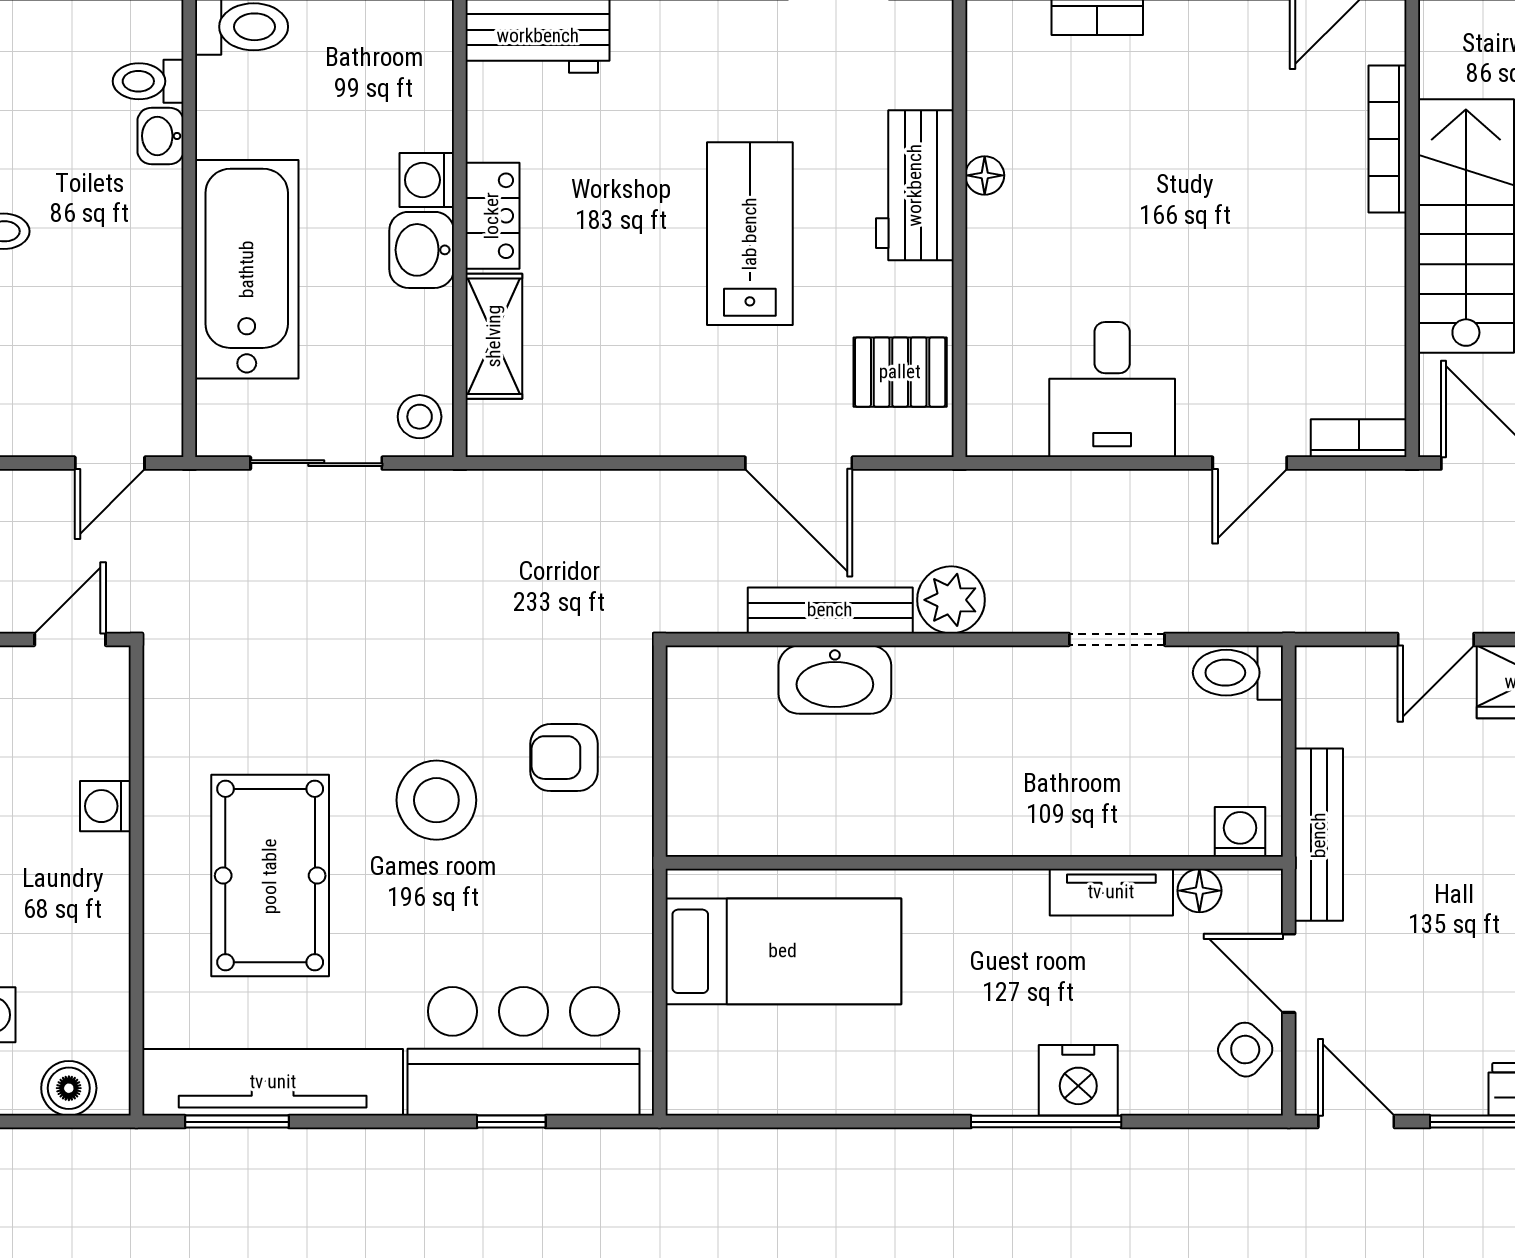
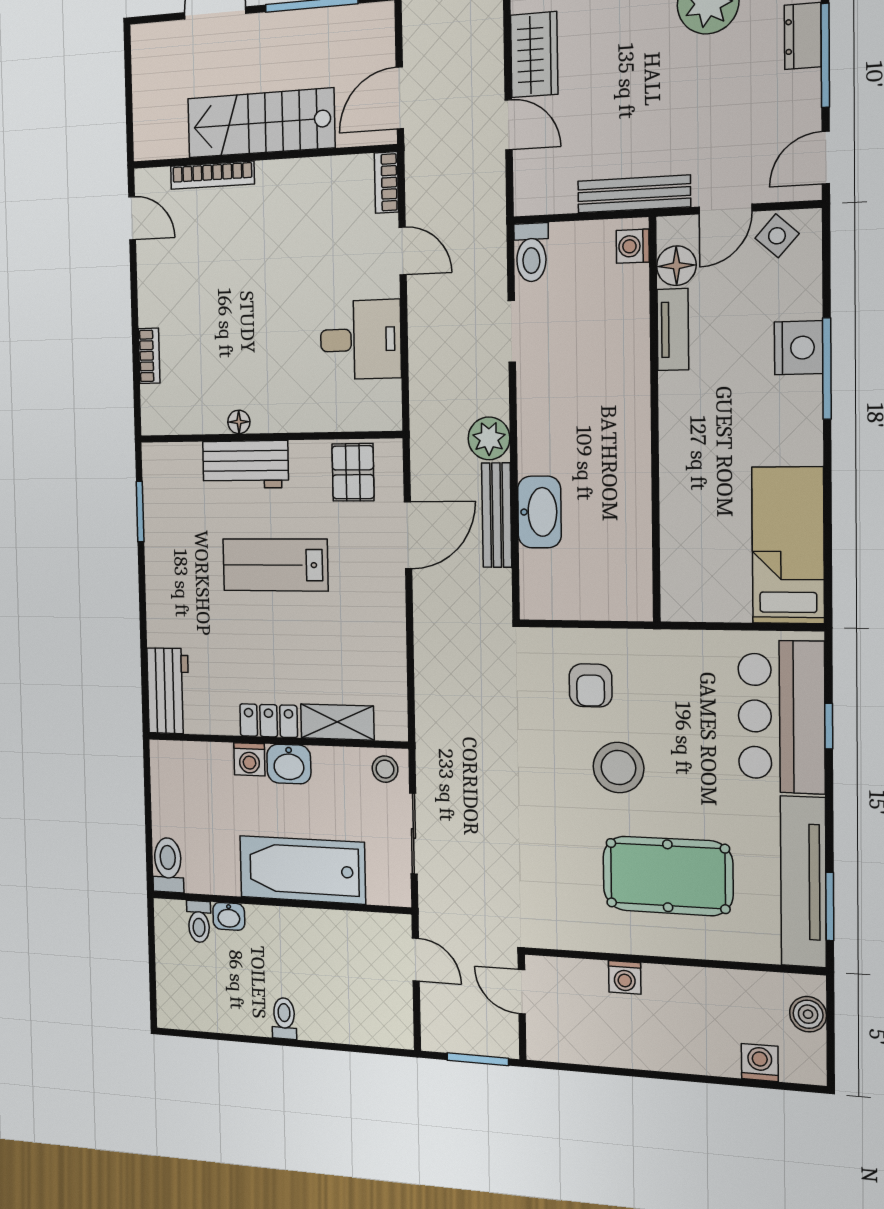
floor lamp: (1199, 891) -> (676, 266), width x1.37, depth x1.37
bed: (783, 951) -> (788, 545), moved

